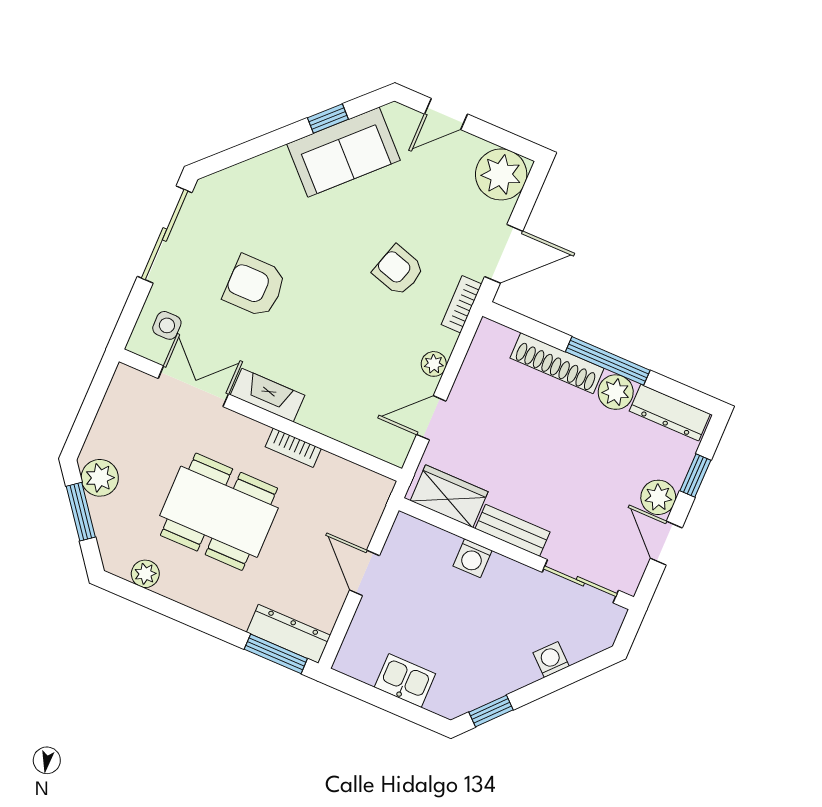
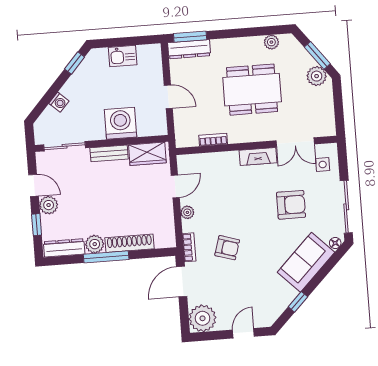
sofa: (343, 152) -> (306, 262), moved
floor lamp: (215, 184) -> (335, 243), added
bookcase: (293, 448) -> (213, 140), moved
washing machine: (472, 558) -> (121, 123), width x1.89, depth x1.89

